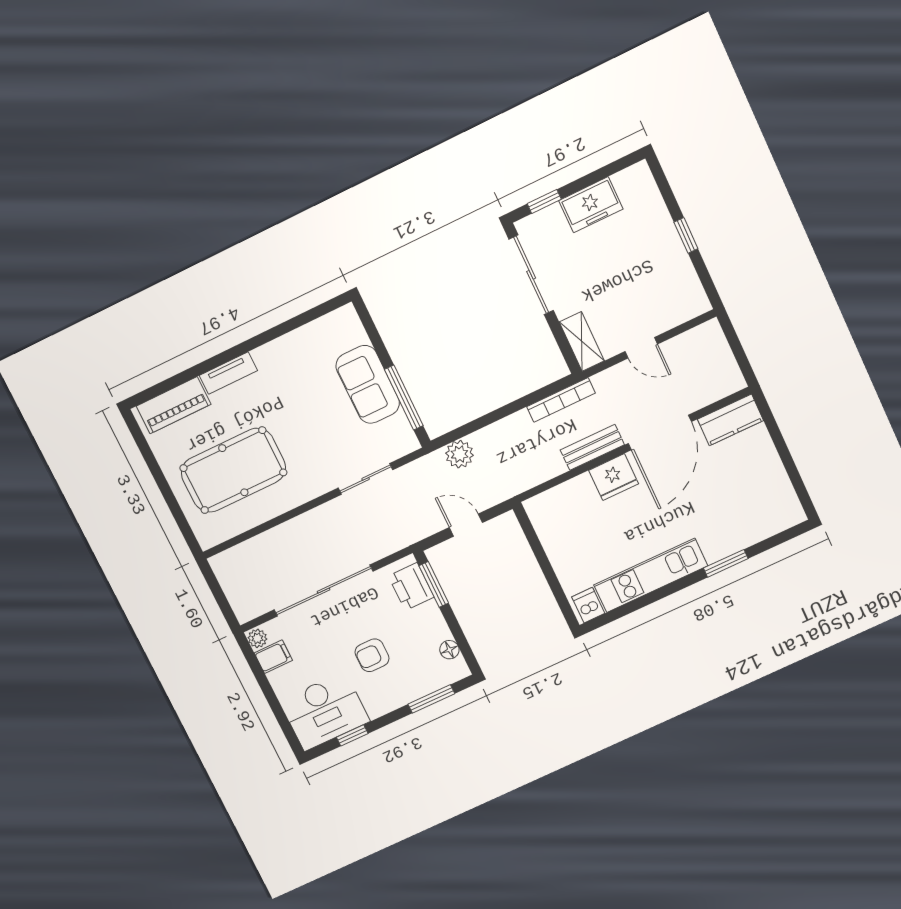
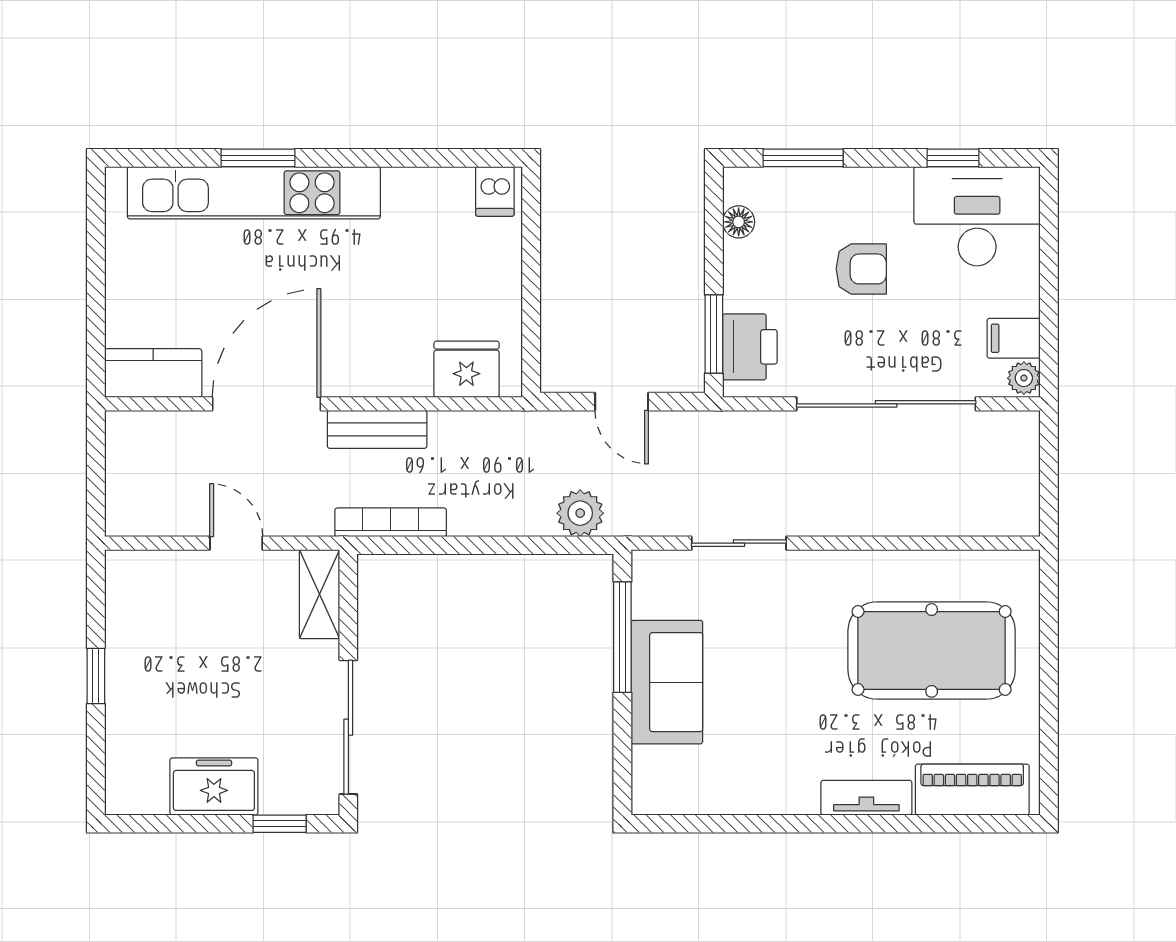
fridge: (614, 477) -> (466, 369), moved
kitchen unit: (651, 575) -> (254, 193), moved, width x1.36

